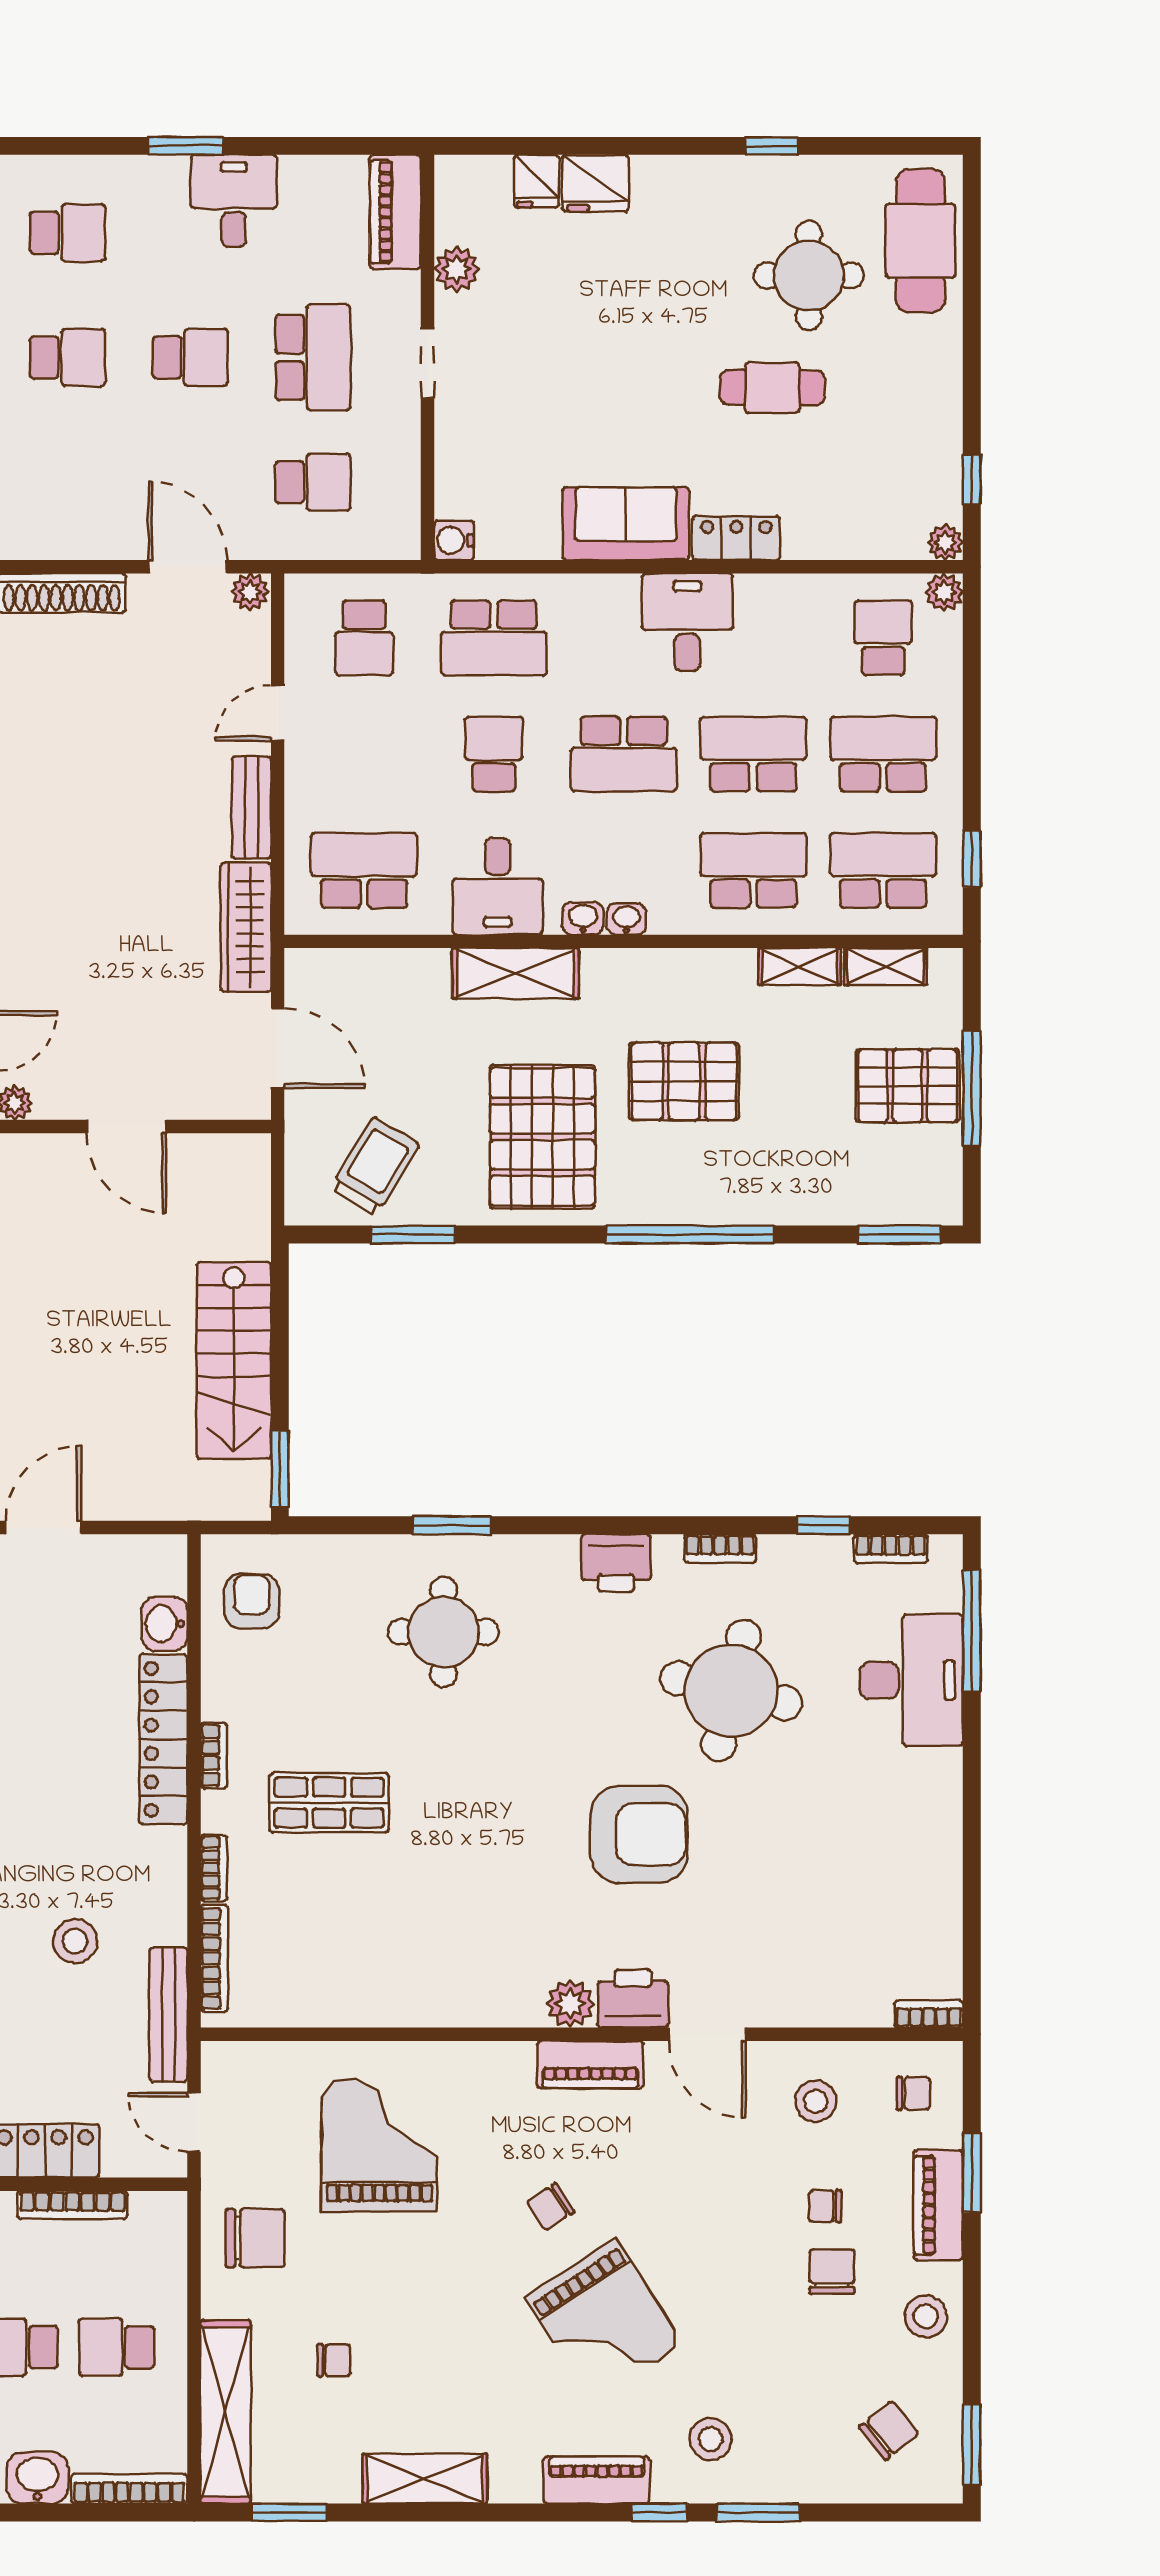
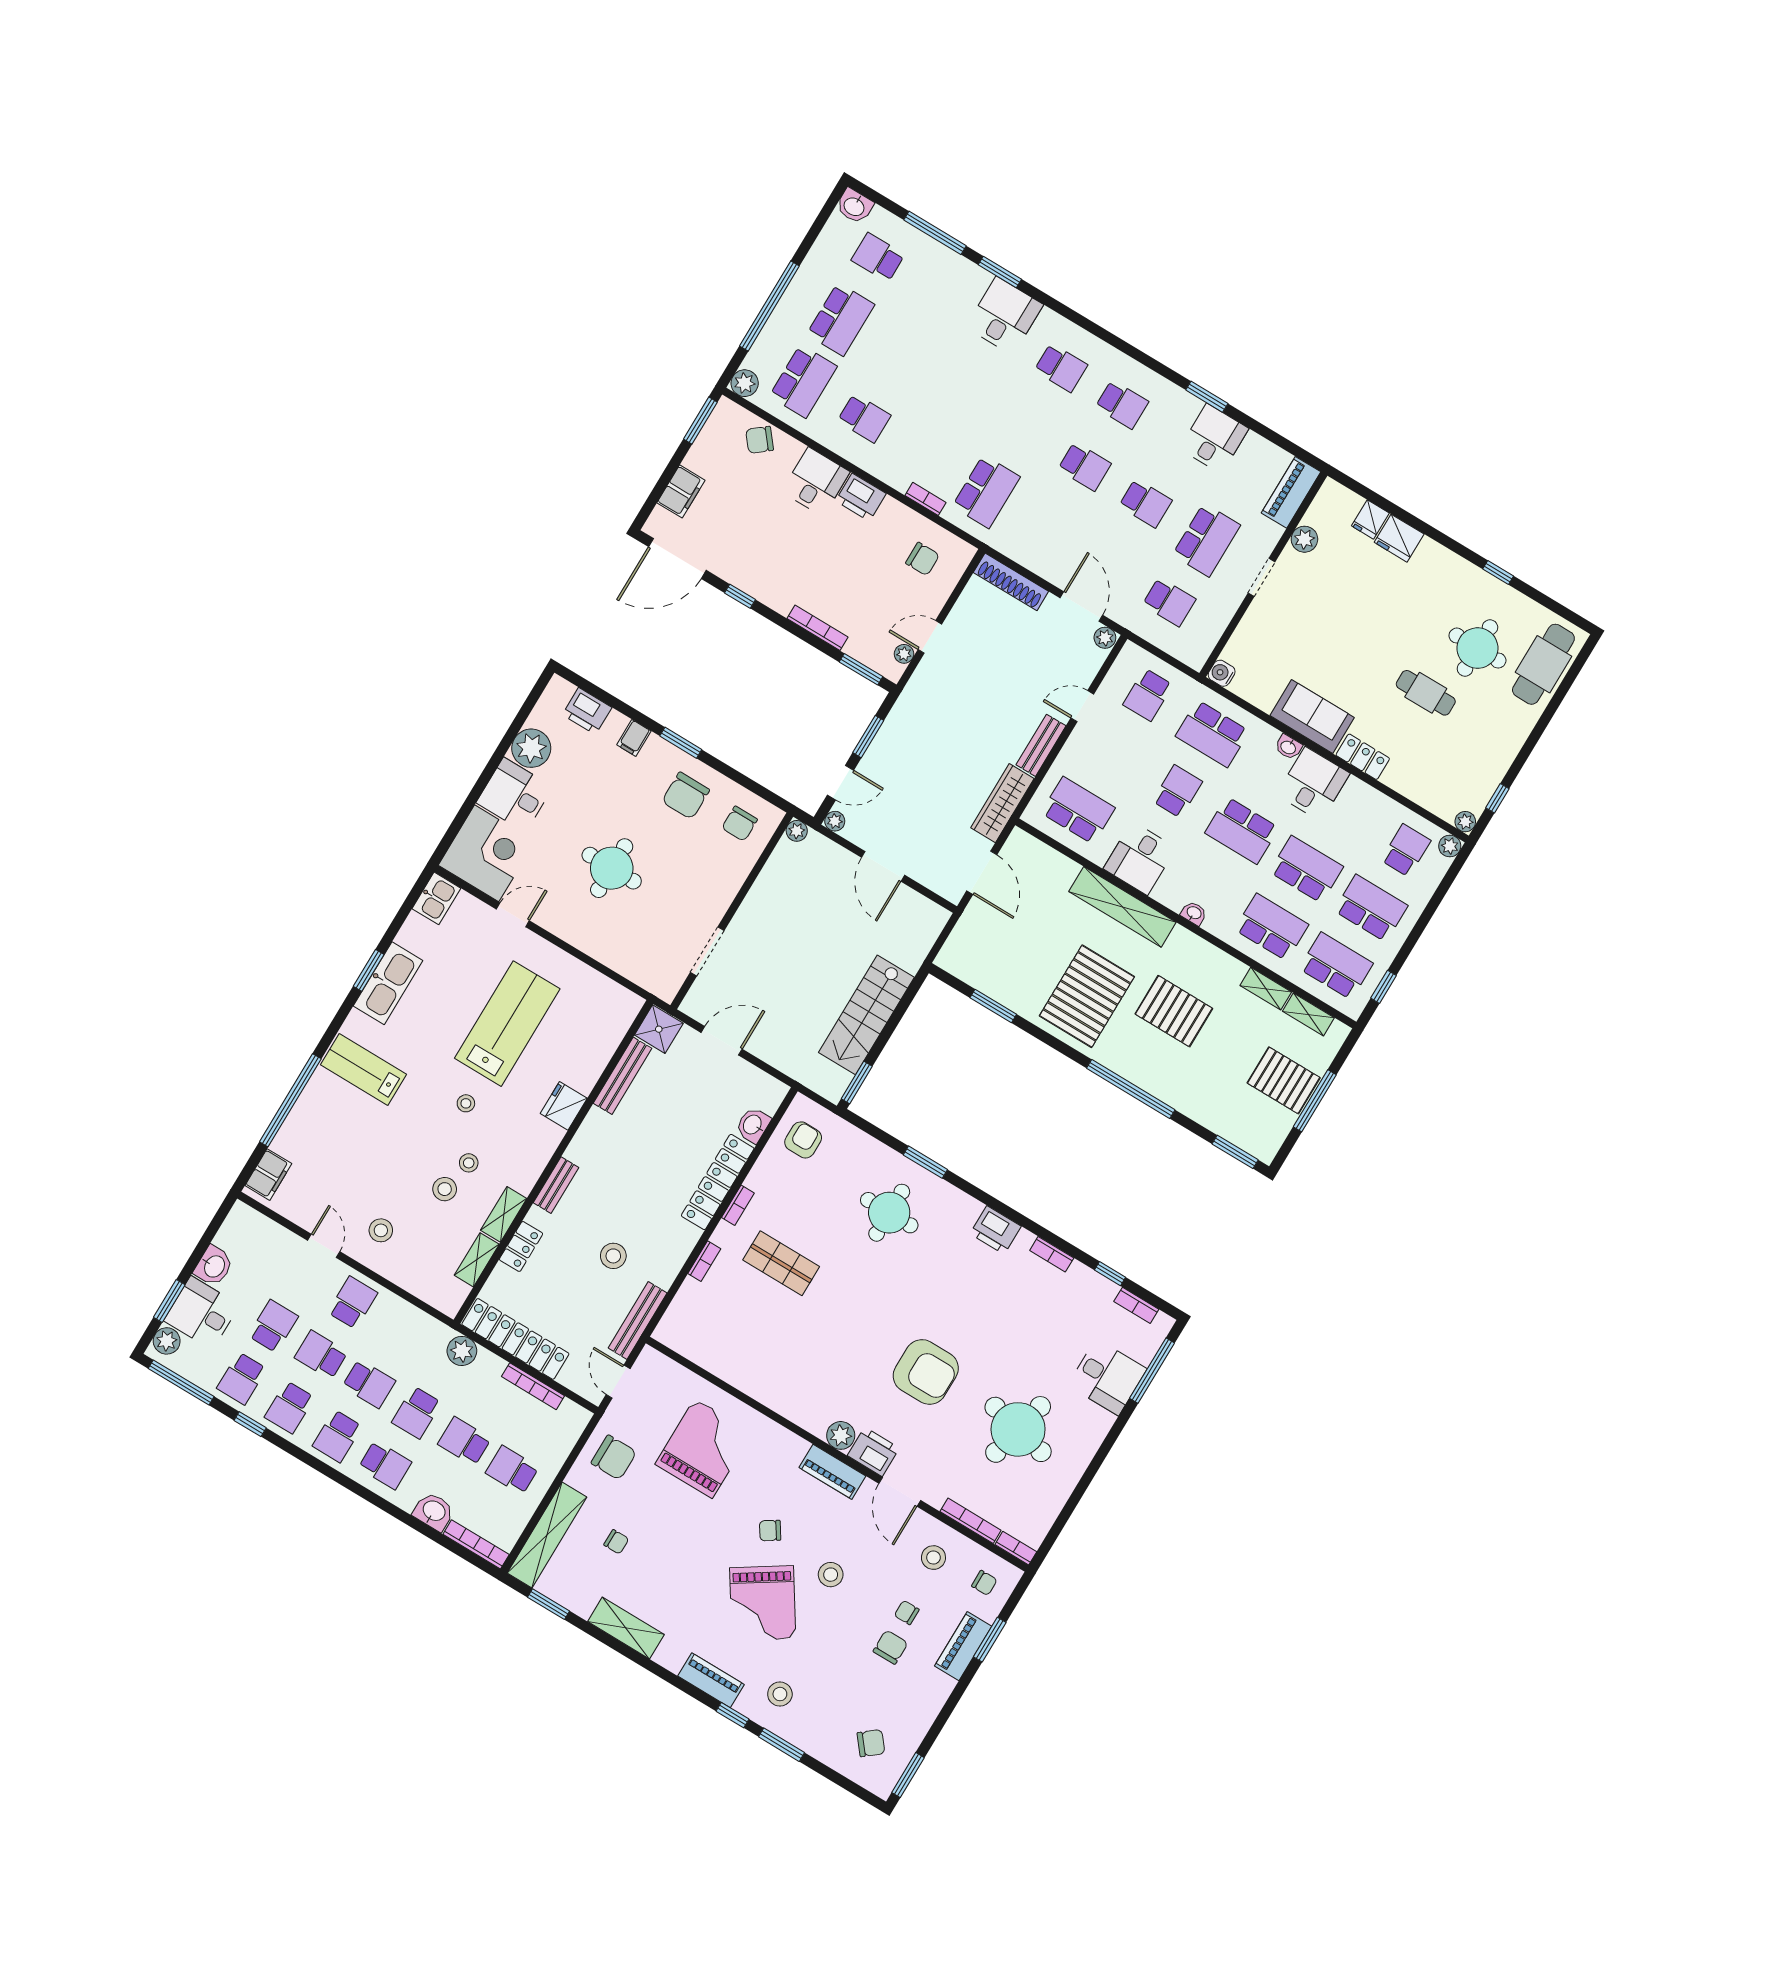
washbasin: (583, 918) -> (1288, 747), moved, turned 180
shelving: (515, 973) -> (1122, 907), width x1.47
trolley: (375, 1167) -> (995, 961), removed
desk: (911, 1680) -> (1107, 1377), width x0.73
round table: (731, 1691) -> (1018, 1429), moved
bookcase: (214, 1958) -> (971, 1521), moved, turned -90
stool: (926, 2316) -> (831, 1575), moved

